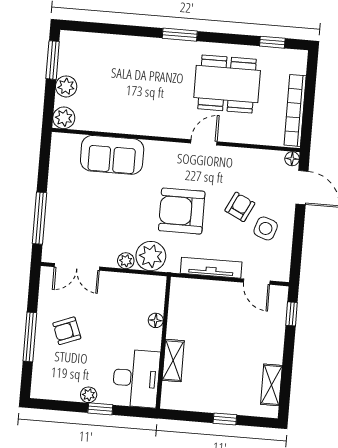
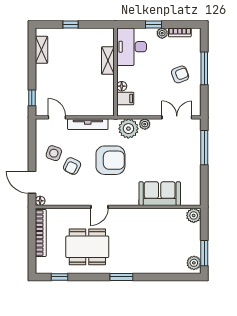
plant: (66, 86) -> (194, 263), moved
filing cabinet: (152, 302) -> (125, 99), added
bookcase: (62, 394) -> (180, 32), added

